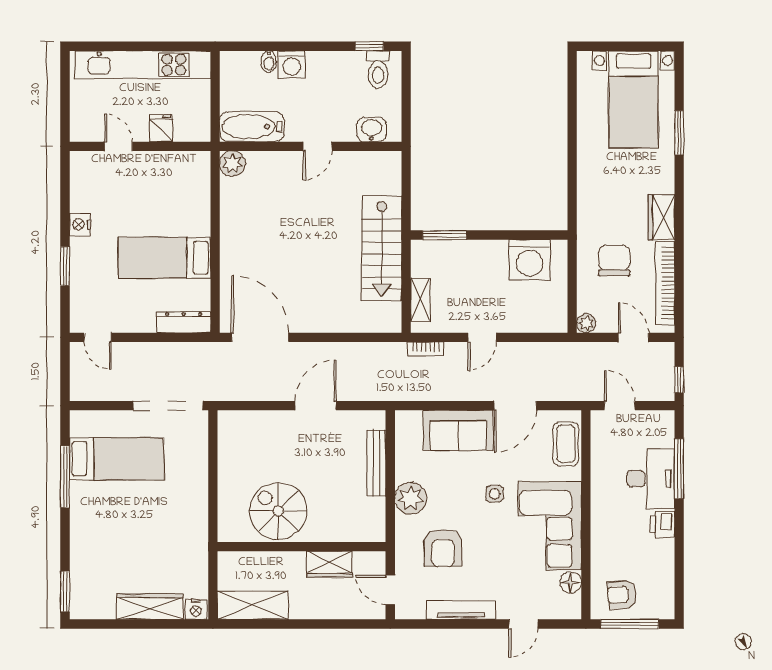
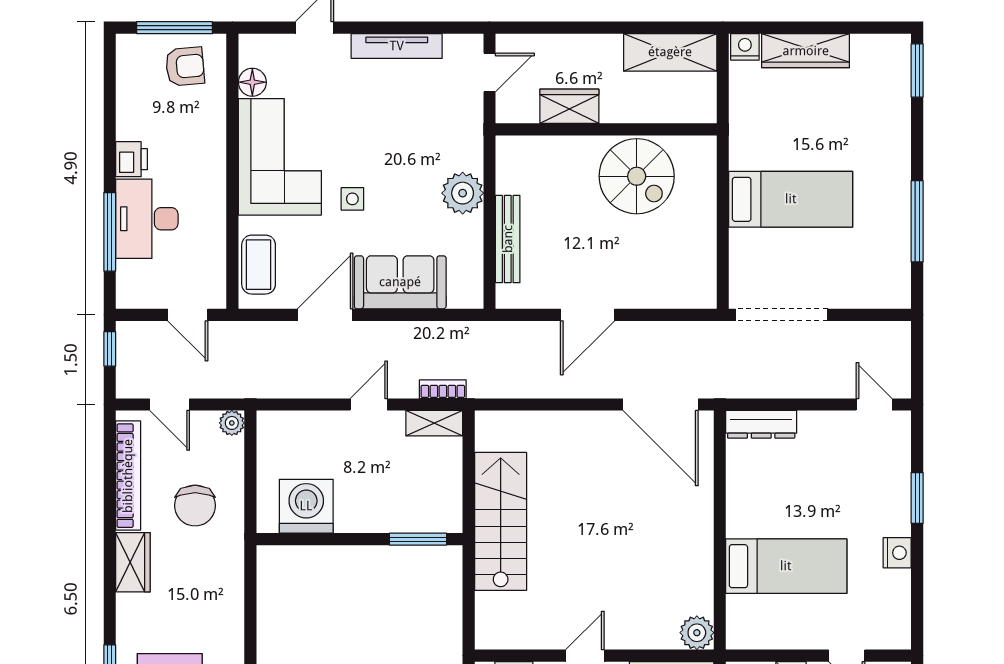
bed: (164, 258) -> (786, 566), moved
shelving: (420, 300) -> (434, 423), moved, turned 90
bed: (117, 459) -> (791, 199), moved, turned 180
armchair: (443, 548) -> (420, 128), removed
door: (390, 590) -> (490, 73), hinge flipped

